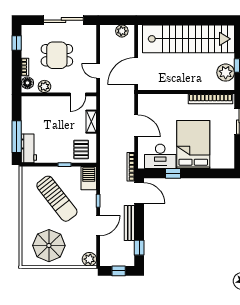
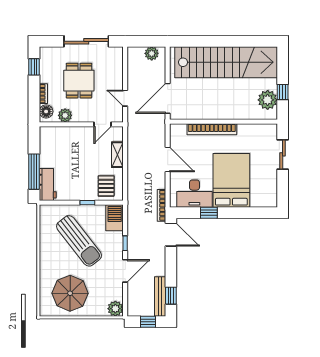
dining table: (57, 55) -> (79, 81), turned 90
bookcase: (211, 99) -> (212, 129), moved
bench: (129, 223) -> (160, 297), moved

